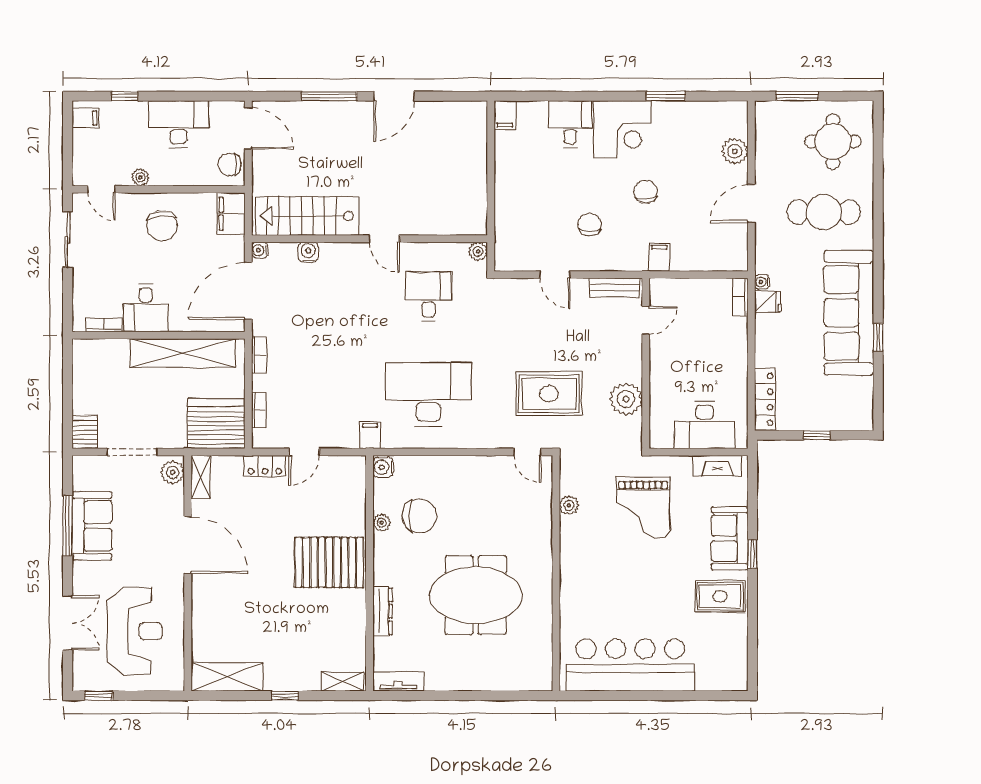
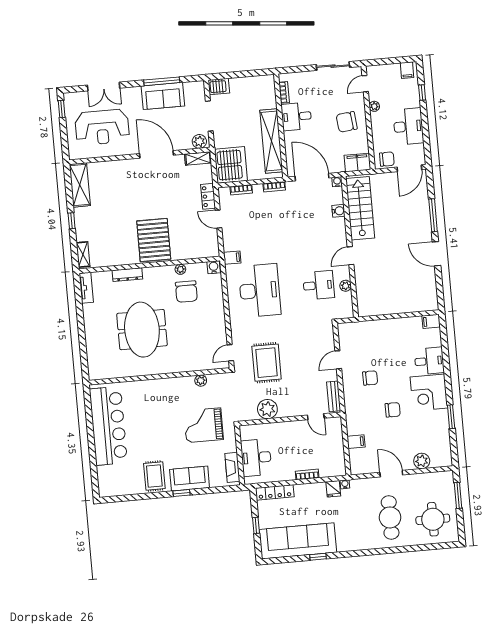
chair: (230, 164) -> (387, 159), turned 90
plant: (478, 251) -> (346, 286), moved
filing cabinet: (659, 257) -> (356, 442), moved
bookcase: (740, 297) -> (307, 475), moved
sofa: (849, 313) -> (298, 541), moved
door: (188, 545) -> (157, 154), swing flipped

